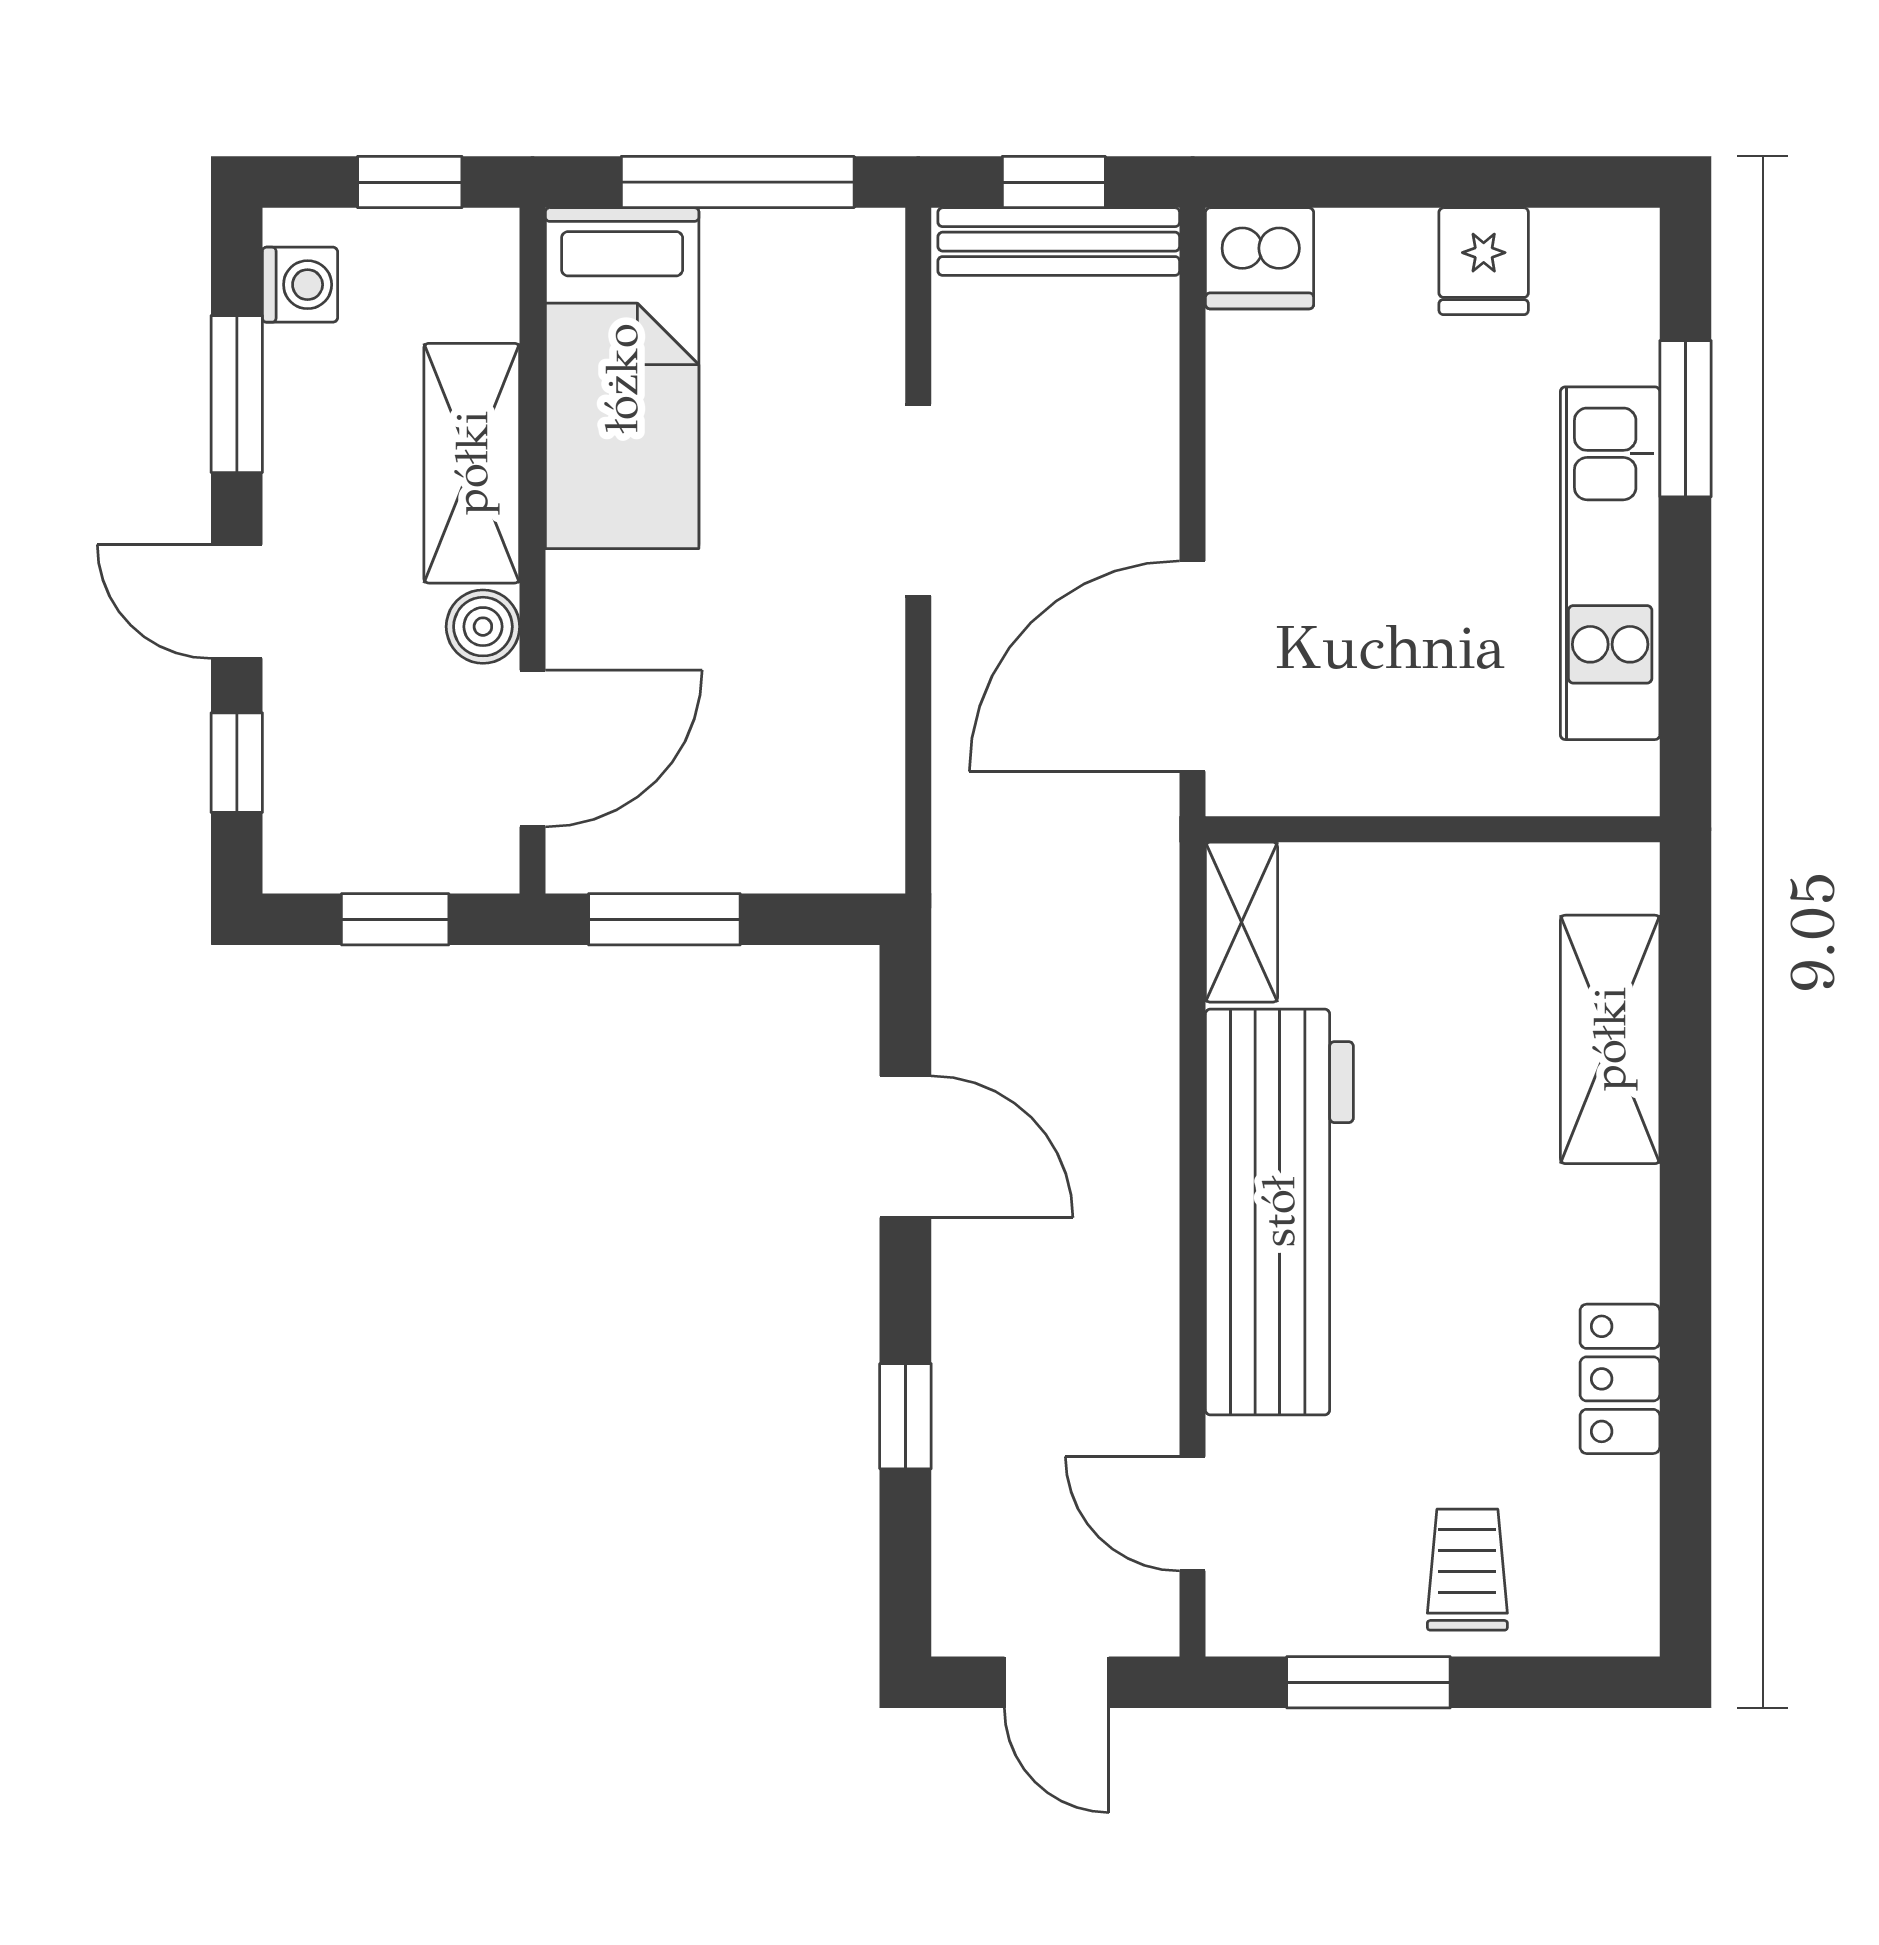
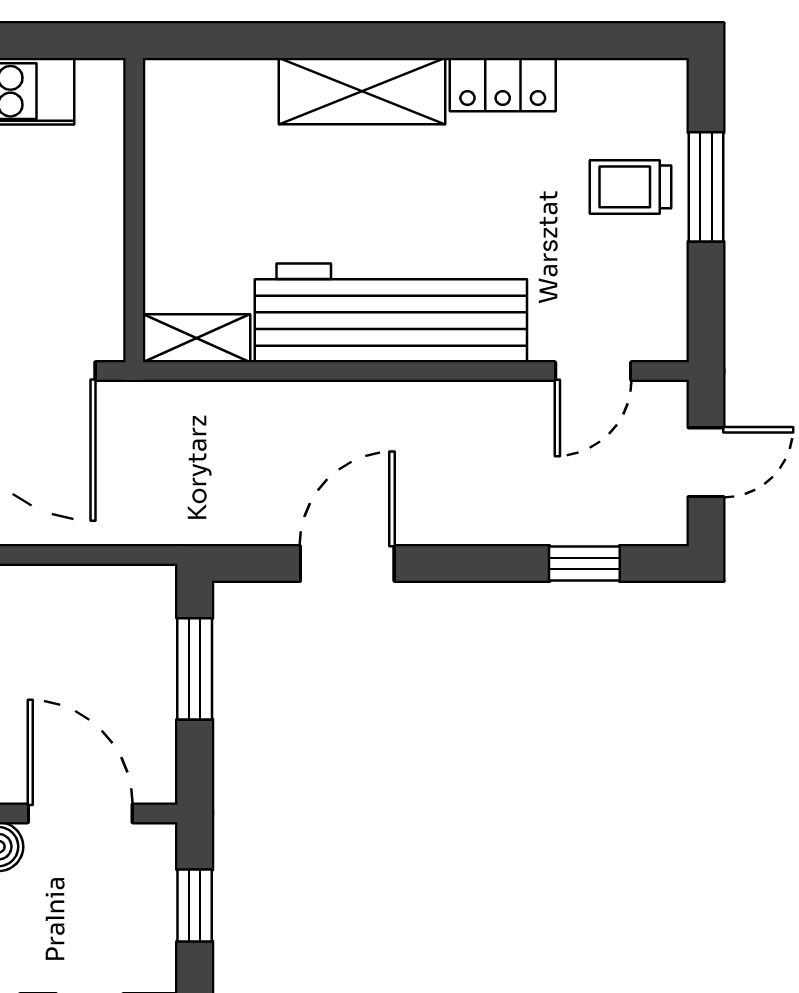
window: (664, 919) -> (195, 669), moved
shelving: (1610, 1039) -> (362, 91), moved
window: (905, 1416) -> (584, 564), moved
window: (1368, 1682) -> (706, 187), moved

